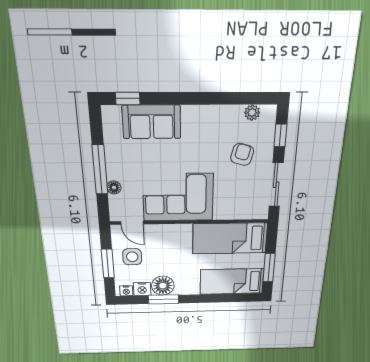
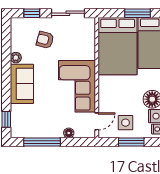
plant: (252, 113) -> (16, 58), moved
sofa: (152, 122) -> (22, 84), moved
window: (100, 170) -> (42, 142), moved
bed: (230, 238) -> (118, 46), width x1.50

